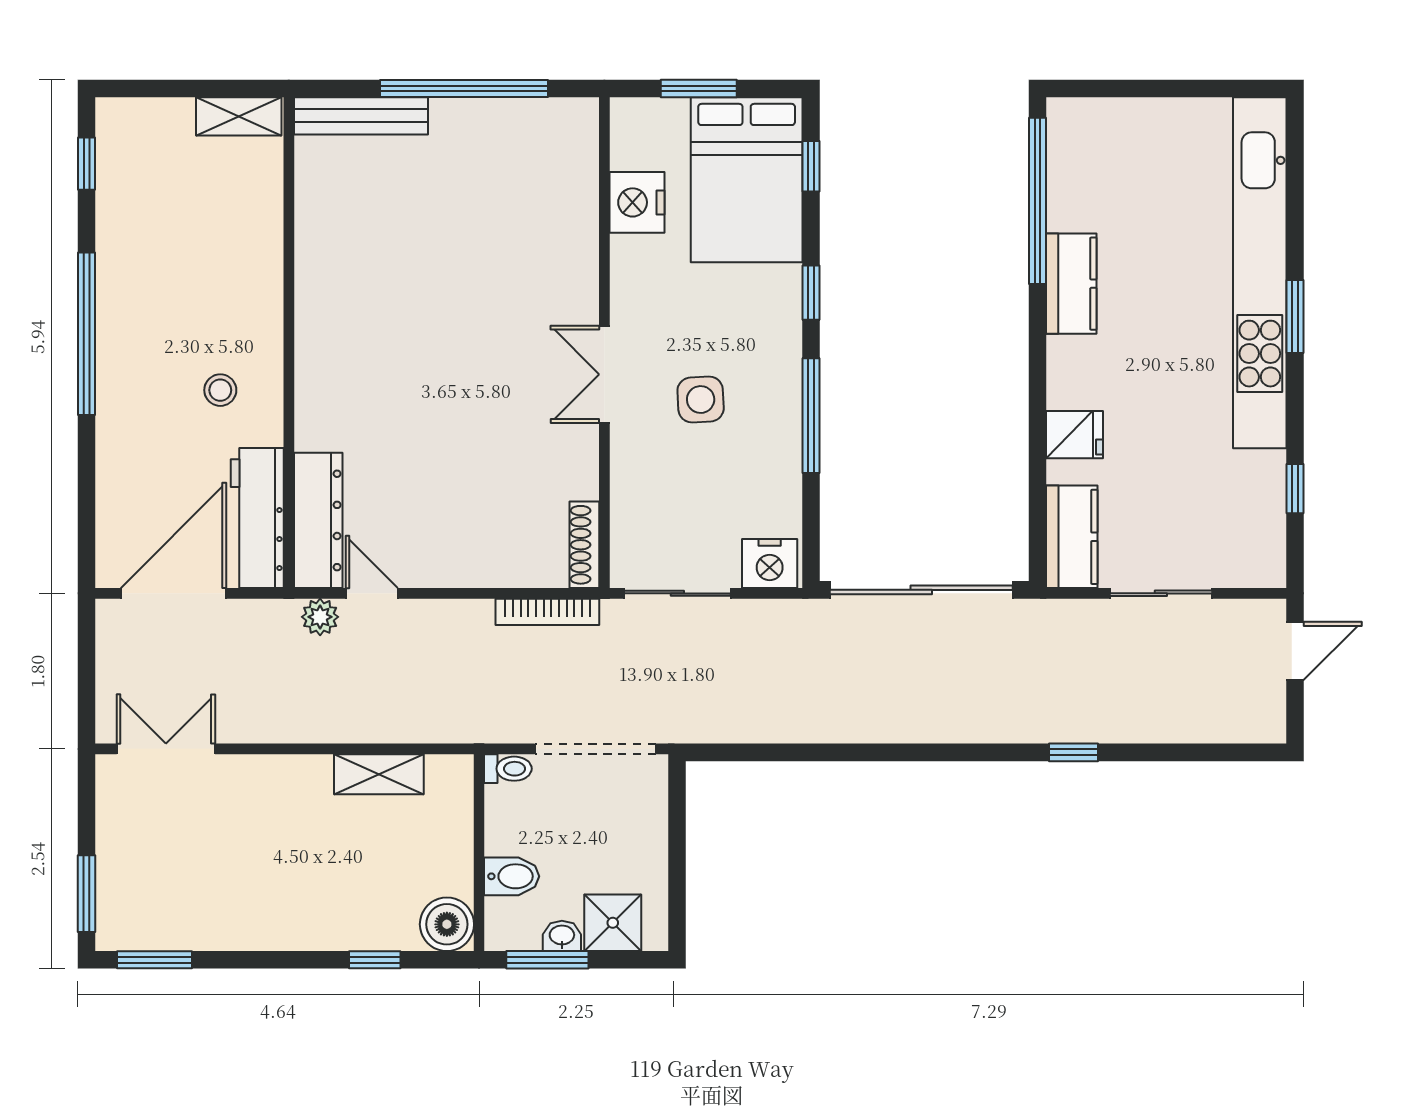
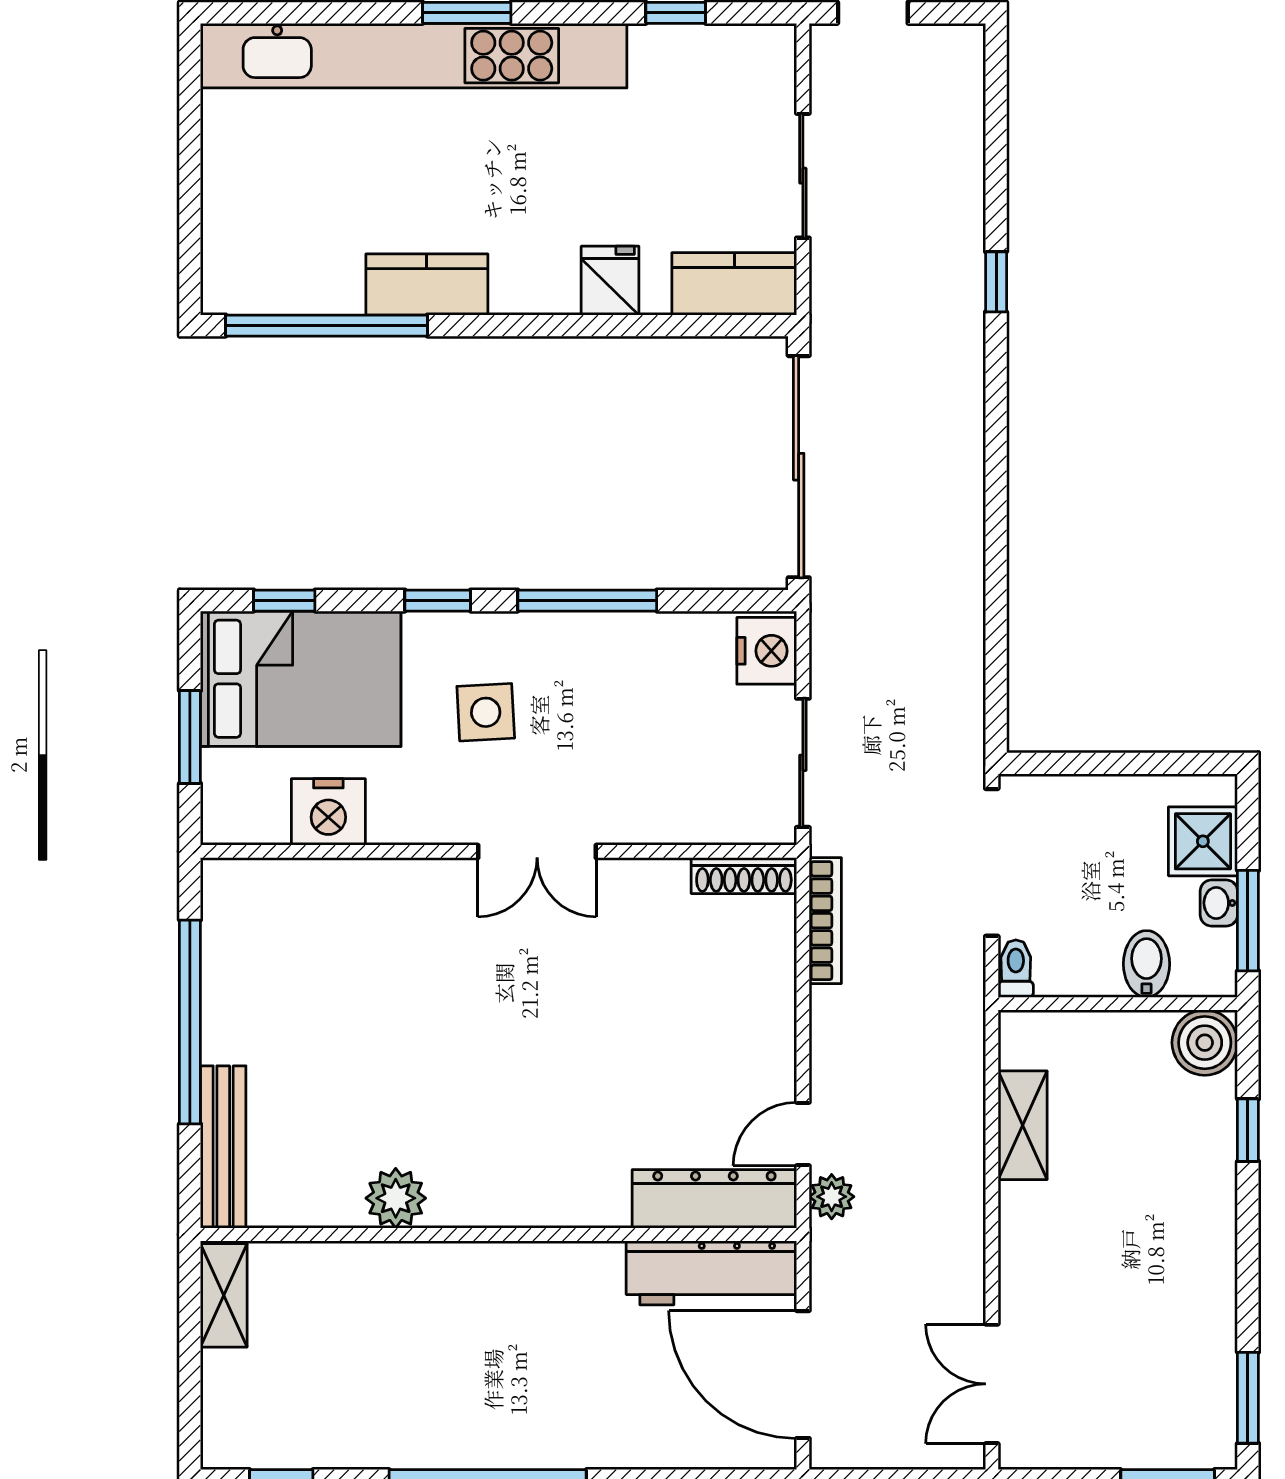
plant: (319, 258) -> (396, 1198), added
stool: (220, 390) -> (556, 1318), removed
side table: (701, 400) -> (486, 712), moved

